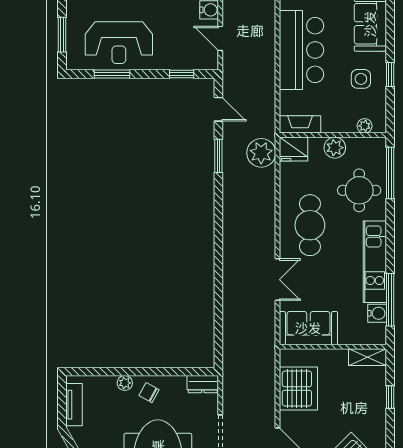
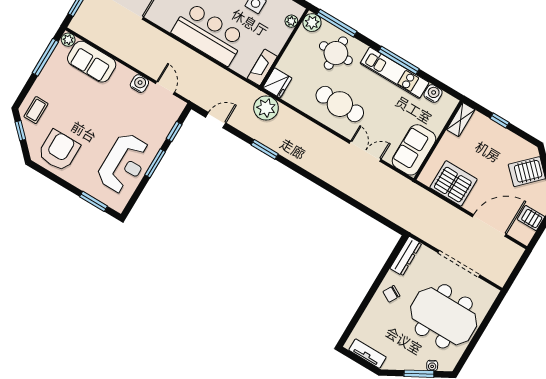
door: (220, 38) -> (165, 88), swing flipped
window: (112, 74) -> (155, 163), moved
plant: (335, 148) -> (312, 23), moved
window: (218, 156) -> (265, 149), moved
window: (390, 300) -> (399, 60), moved
plant: (125, 383) -> (374, 307), removed
dresser: (203, 384) -> (406, 256), width x1.44

